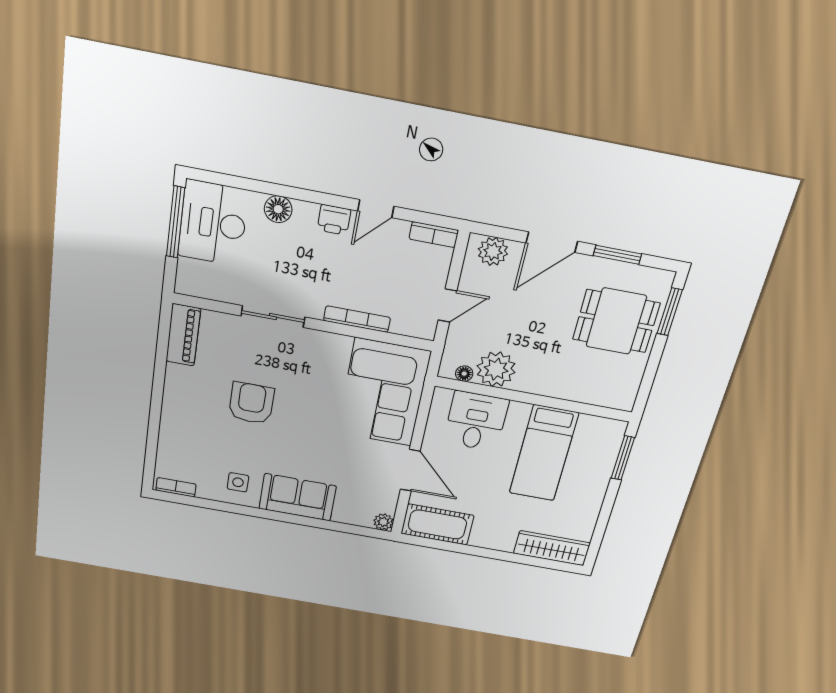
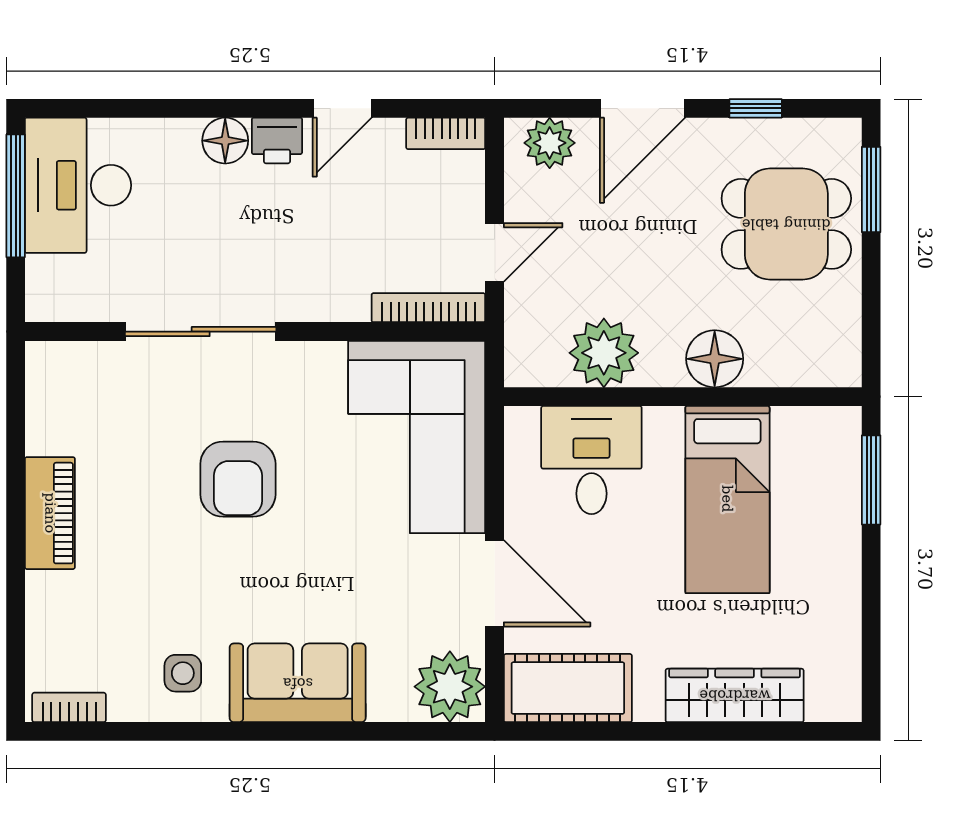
floor lamp: (278, 209) -> (225, 141), moved
window: (617, 255) -> (756, 108), width x0.67
sliding door: (273, 317) -> (201, 332), width x1.37
bookcase: (357, 319) -> (428, 308), moved
piano: (183, 335) -> (50, 513), moved
floor lamp: (464, 374) -> (715, 359), moved, width x1.89, depth x1.89
armchair: (251, 403) -> (238, 479), moved, turned 180
plant: (383, 522) -> (450, 687), width x1.87, depth x1.87
wardrobe: (552, 548) -> (735, 695), moved

